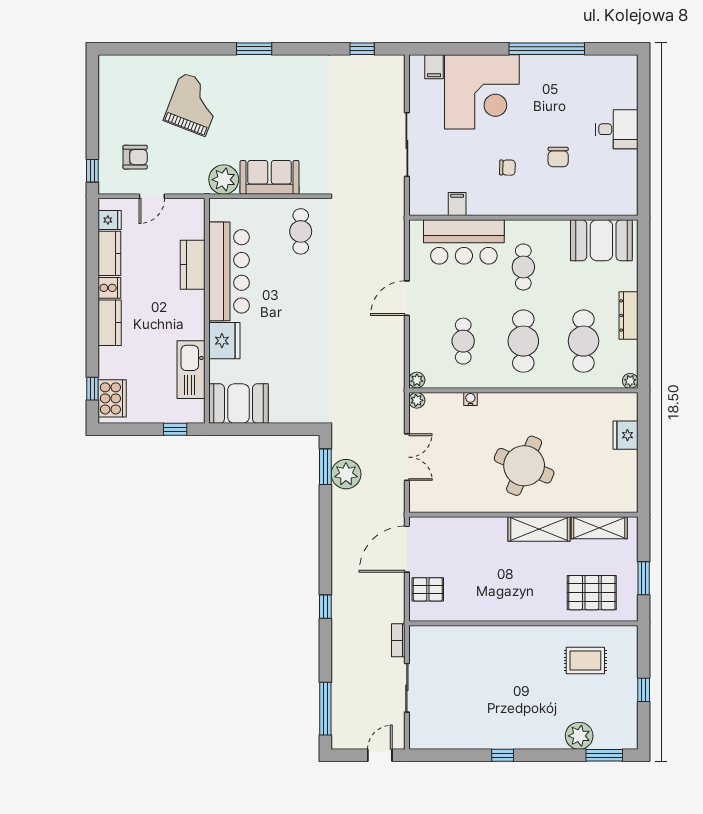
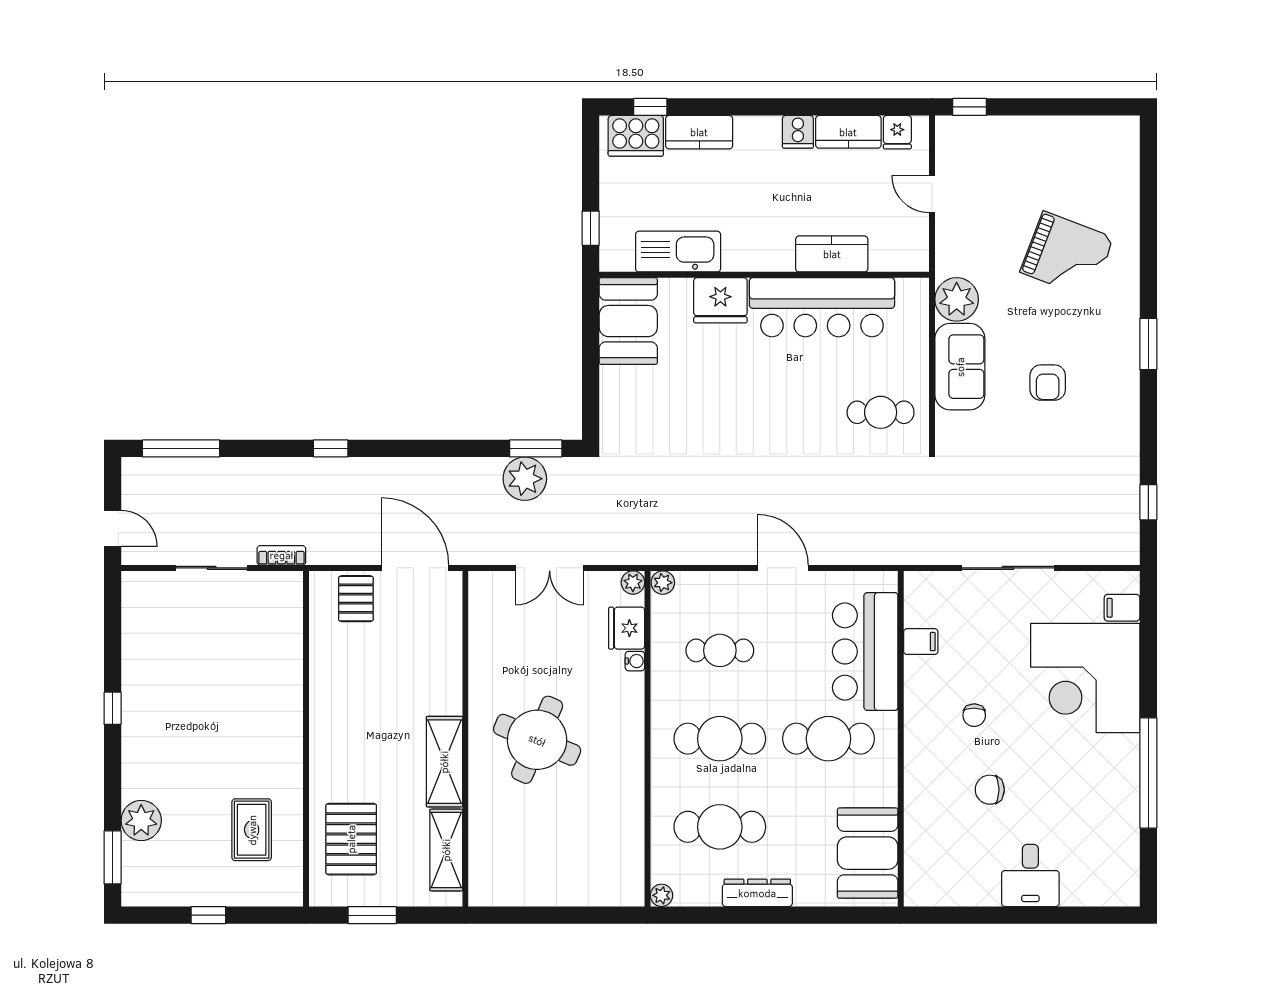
armchair: (135, 157) -> (1048, 383), moved
cafe table: (523, 267) -> (828, 739), width x1.37, depth x1.35
kitchen counter: (110, 323) -> (699, 132), moved
fridge: (626, 435) -> (627, 628), moved, turned -90

